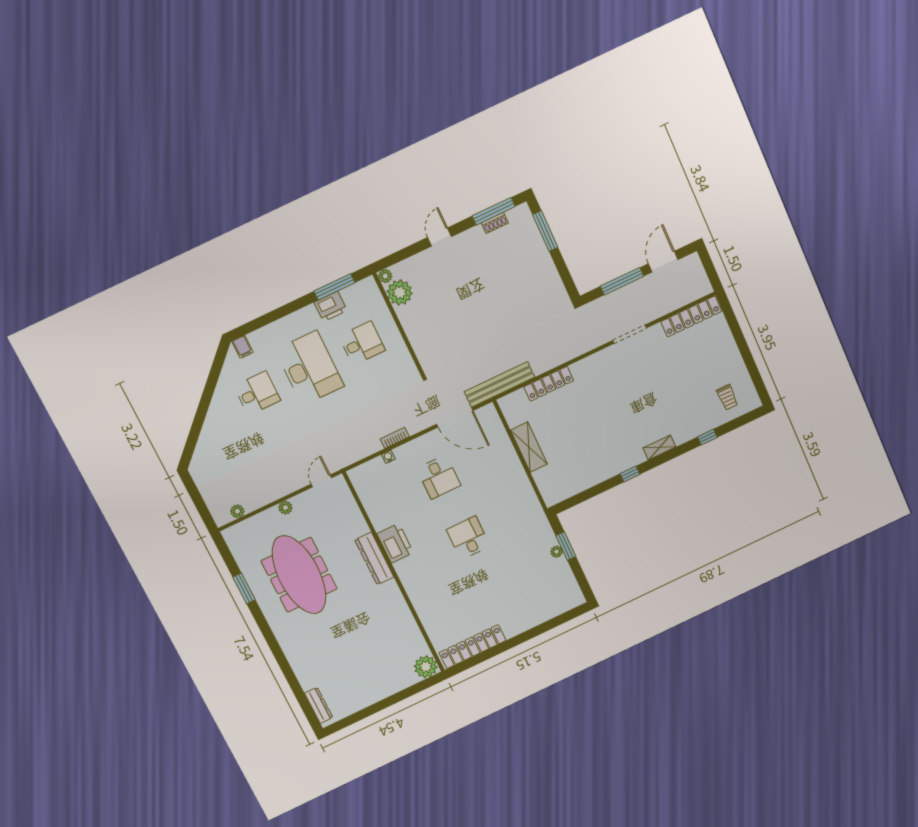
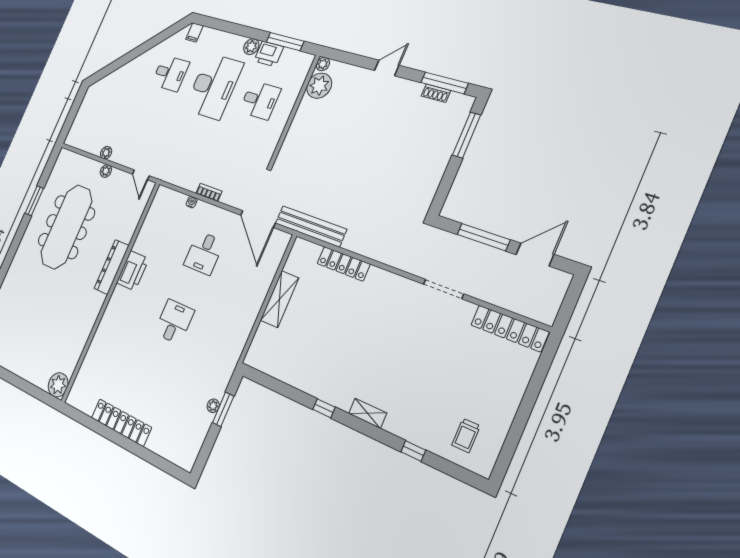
plant: (309, 314) -> (251, 47), added
door: (321, 481) -> (141, 175), swing flipped
plant: (237, 511) -> (106, 153), moved
locker: (473, 647) -> (121, 423), moved

